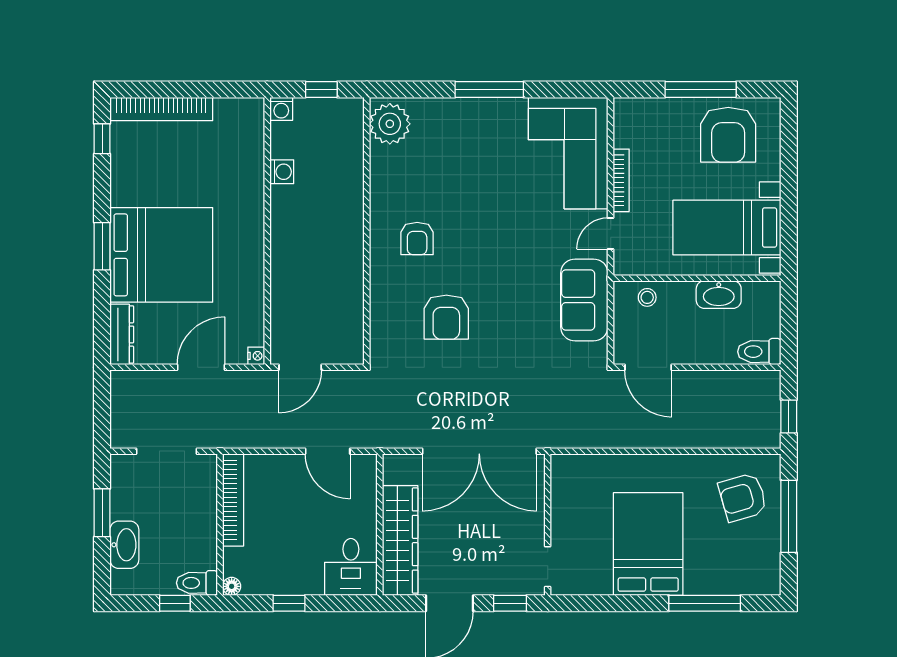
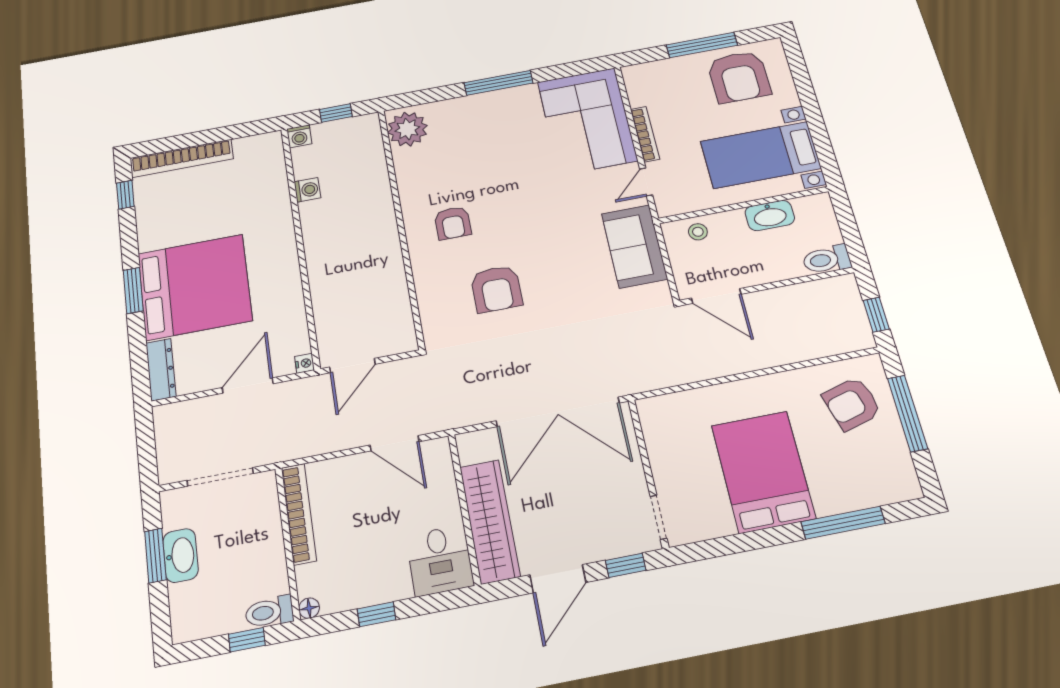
washbasin: (124, 545) -> (181, 555), moved

